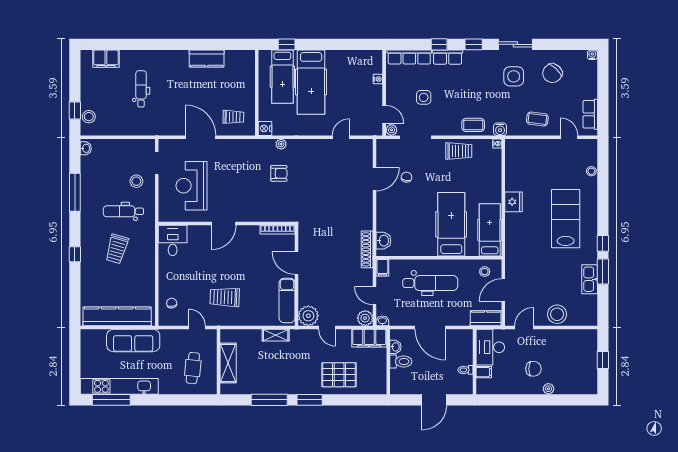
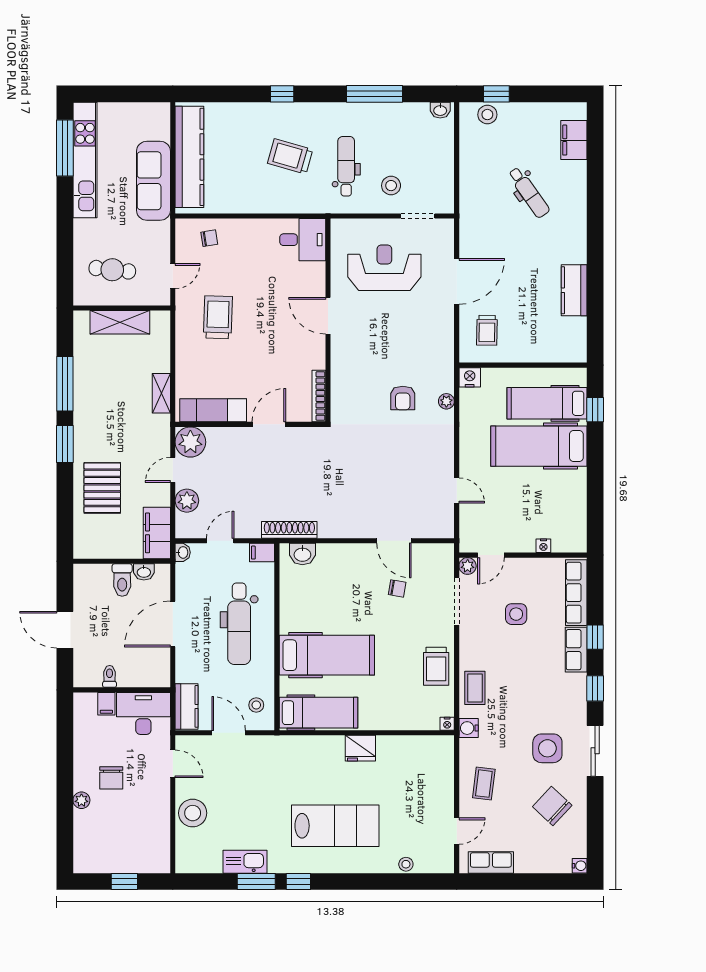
dental chair: (141, 89) -> (529, 192), turned 55
plant: (365, 318) -> (187, 501), moved

